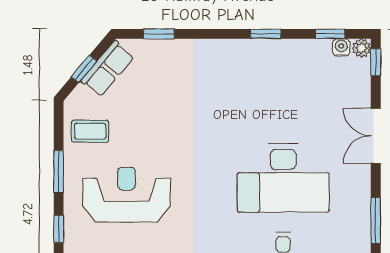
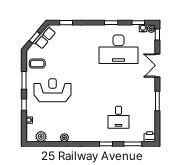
desk: (283, 178) -> (119, 49), moved

